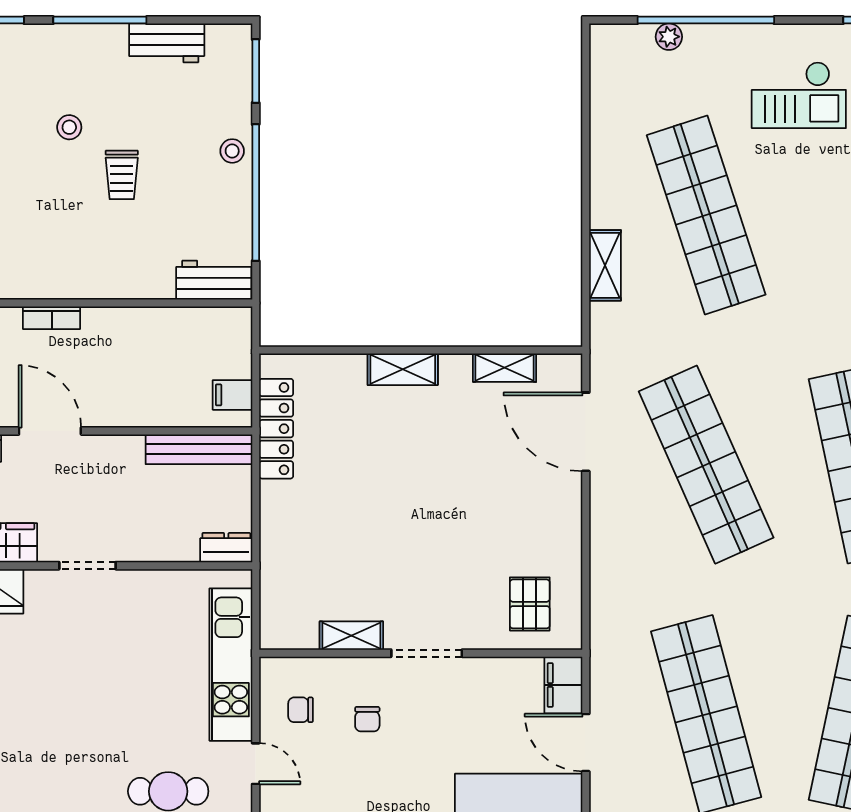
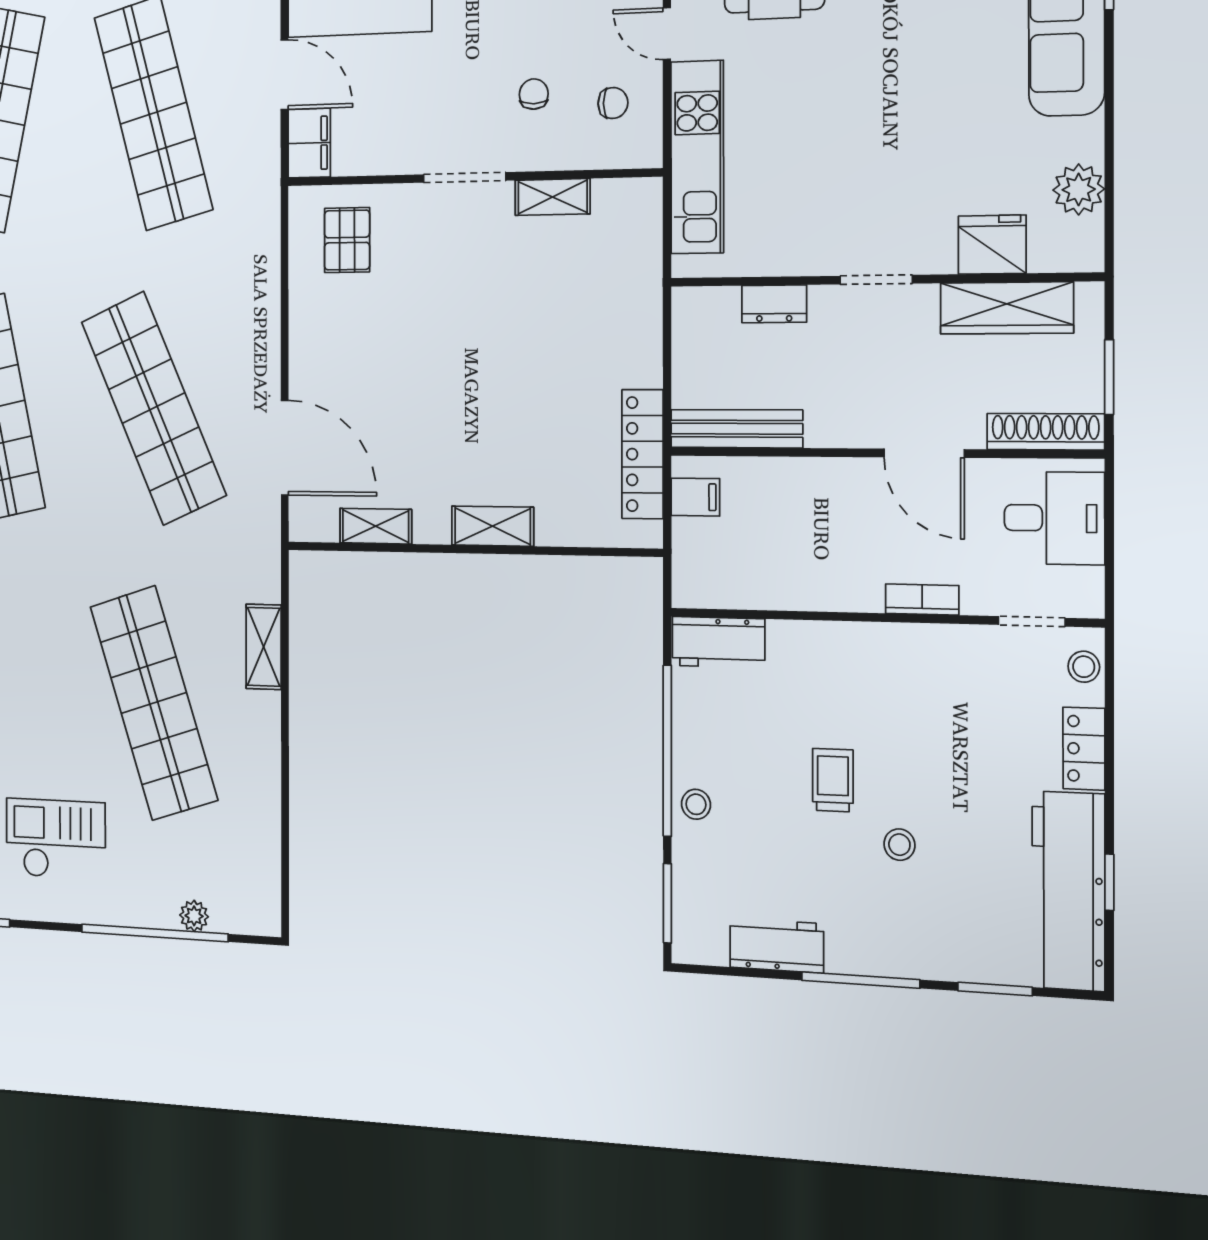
dresser: (226, 548) -> (774, 304), moved

